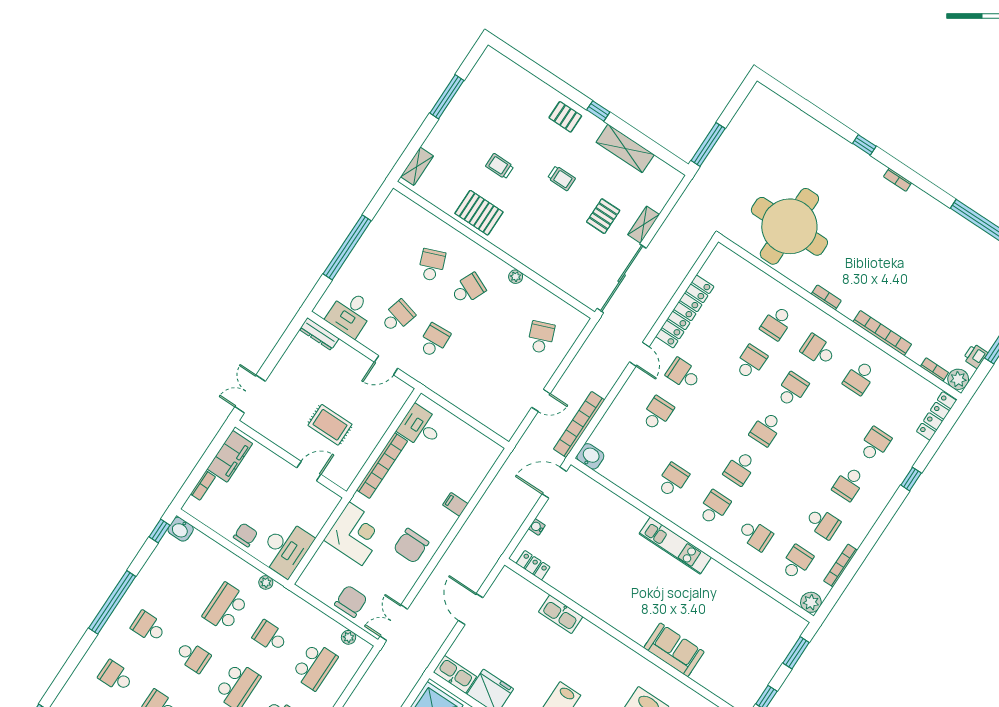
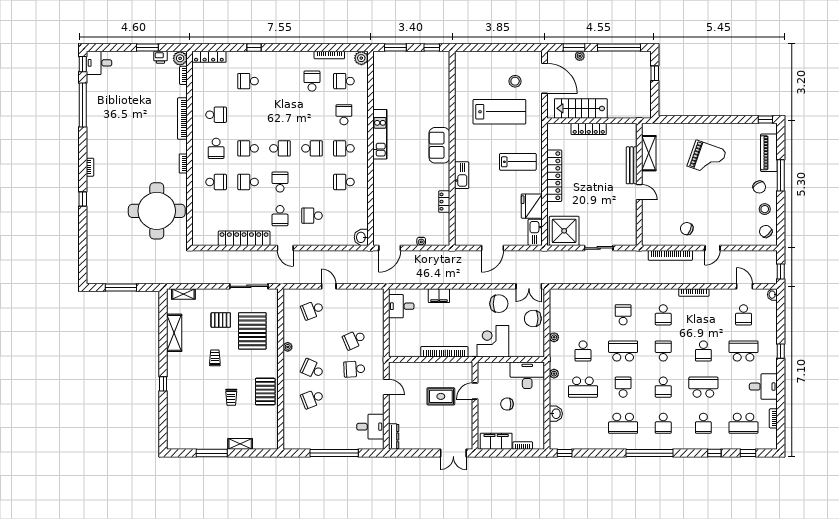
window: (598, 111) -> (163, 384), moved
pallet: (565, 117) -> (252, 331), moved, width x2.05, depth x2.00
window: (708, 145) -> (121, 287), moved
shelving: (417, 166) -> (240, 444), moved
shelving: (644, 225) -> (183, 294), moved
sliding door: (622, 278) -> (249, 286), width x0.73
school desk: (398, 316) -> (354, 339), moved, turned -39
door: (639, 354) -> (285, 248), swing flipped
door: (541, 400) -> (329, 286), moved
bookcase: (579, 424) -> (347, 256), removed
rug: (330, 425) -> (441, 396), turned 90
desk: (420, 427) -> (401, 306), moved, turned 90
door: (309, 471) -> (475, 391), hinge flipped
door: (554, 483) -> (390, 248), hinge flipped
school desk: (849, 484) -> (280, 182), moved, turned -90
filing cabinet: (455, 504) -> (439, 296), width x2.00
washbasin: (181, 529) -> (556, 414), moved
chair: (246, 535) -> (507, 404), moved
chair: (411, 546) -> (499, 304), moved
kitchen unit: (675, 546) -> (380, 134), moved
locker: (533, 565) -> (444, 202), moved
window: (112, 602) -> (650, 453), moved
kitchen sink: (561, 614) -> (462, 175), moved
school desk: (148, 627) -> (623, 423), width x1.85
plant: (349, 637) -> (554, 337), moved
sofa: (674, 650) -> (439, 145), moved
school desk: (315, 666) -> (583, 315), removed

